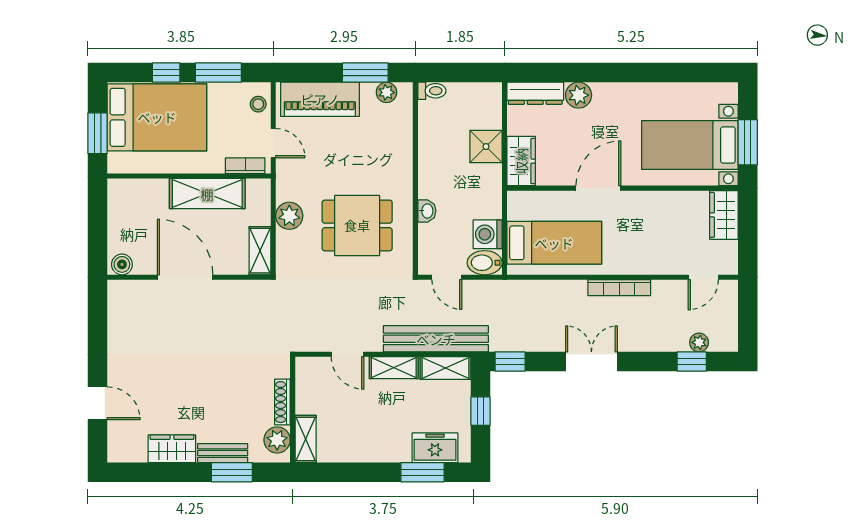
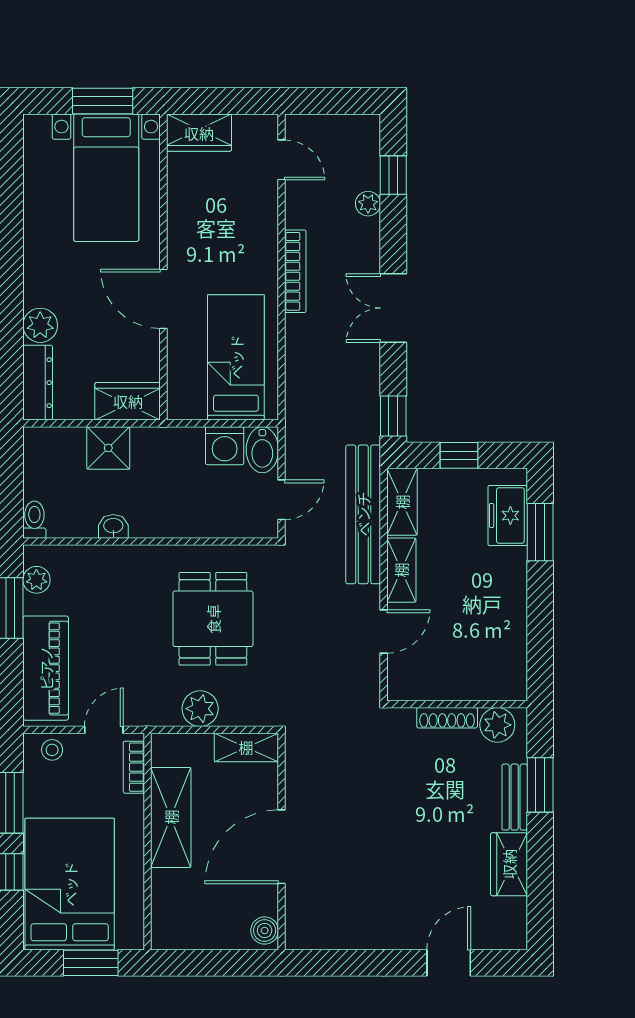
washbasin: (427, 211) -> (113, 526), moved
plant: (699, 342) -> (368, 204), moved
shelving: (306, 439) -> (496, 687), removed

